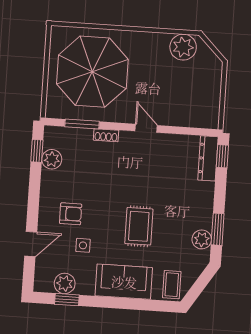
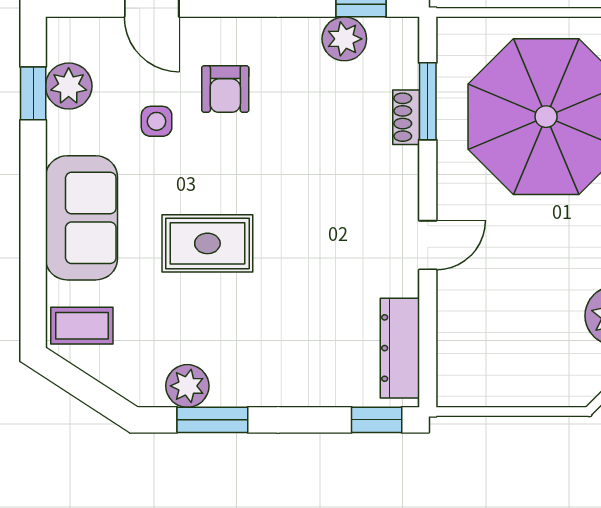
shoe rack: (106, 135) -> (406, 117), moved
dresser: (208, 158) -> (400, 348), moved, turned -90

